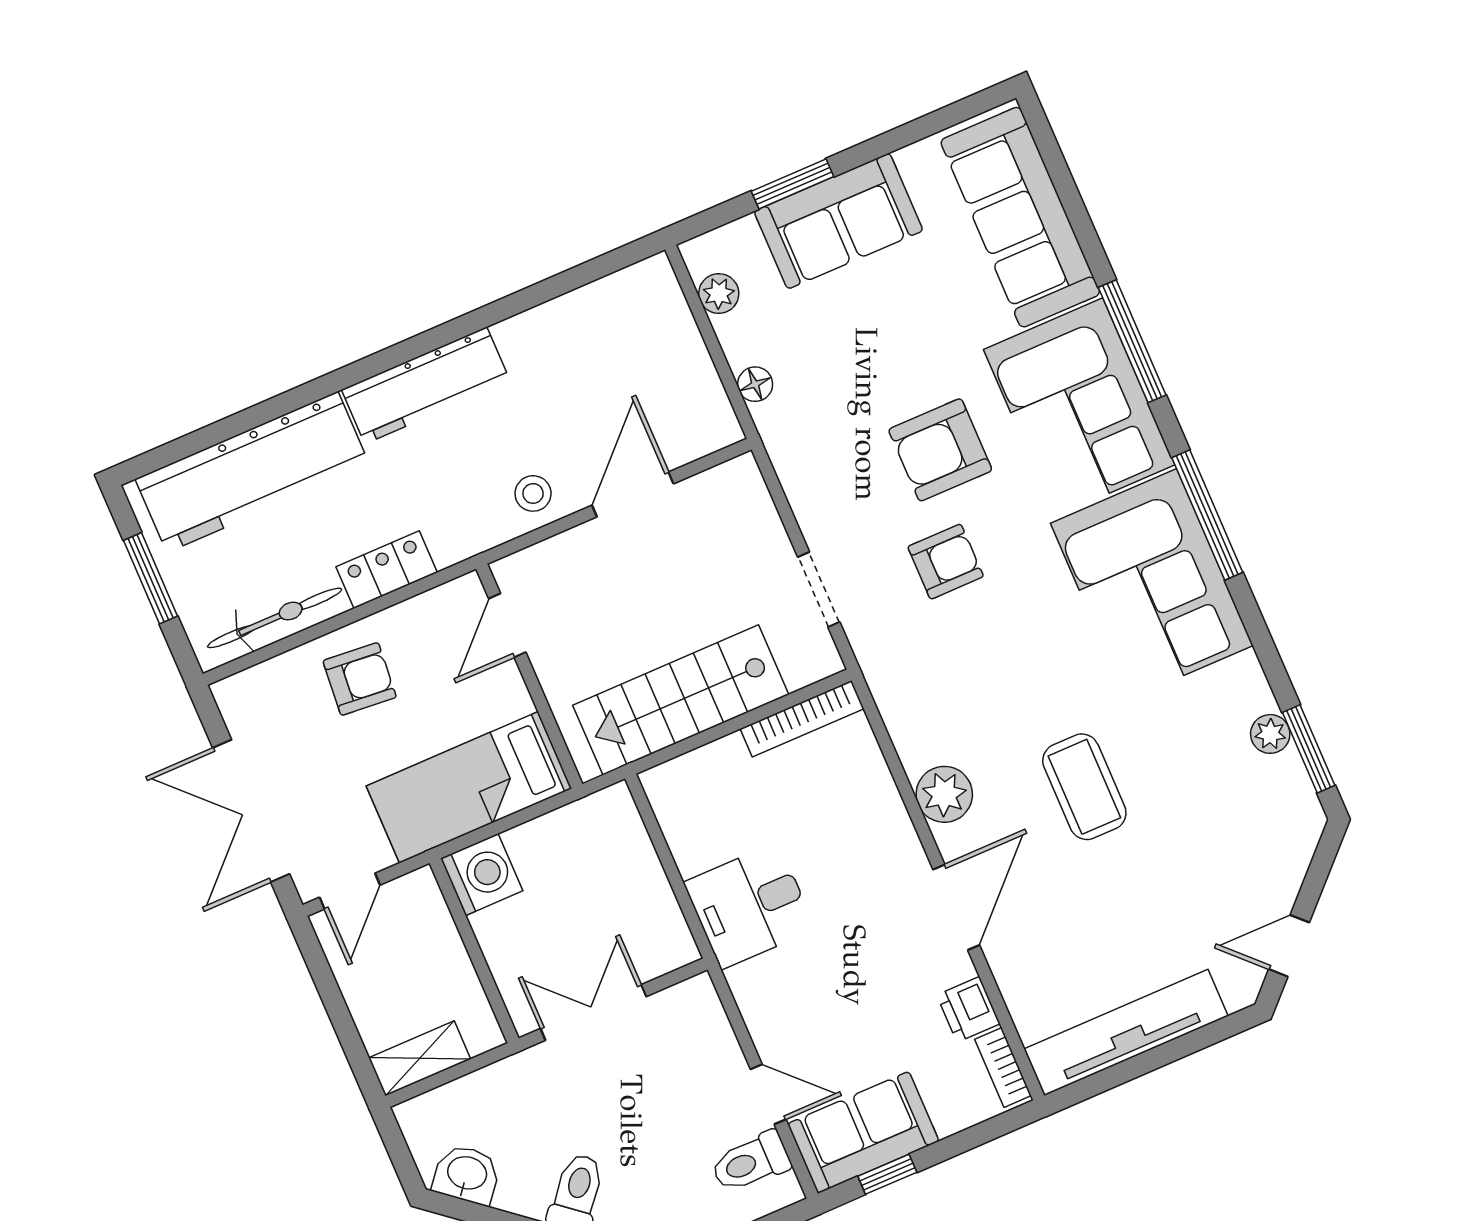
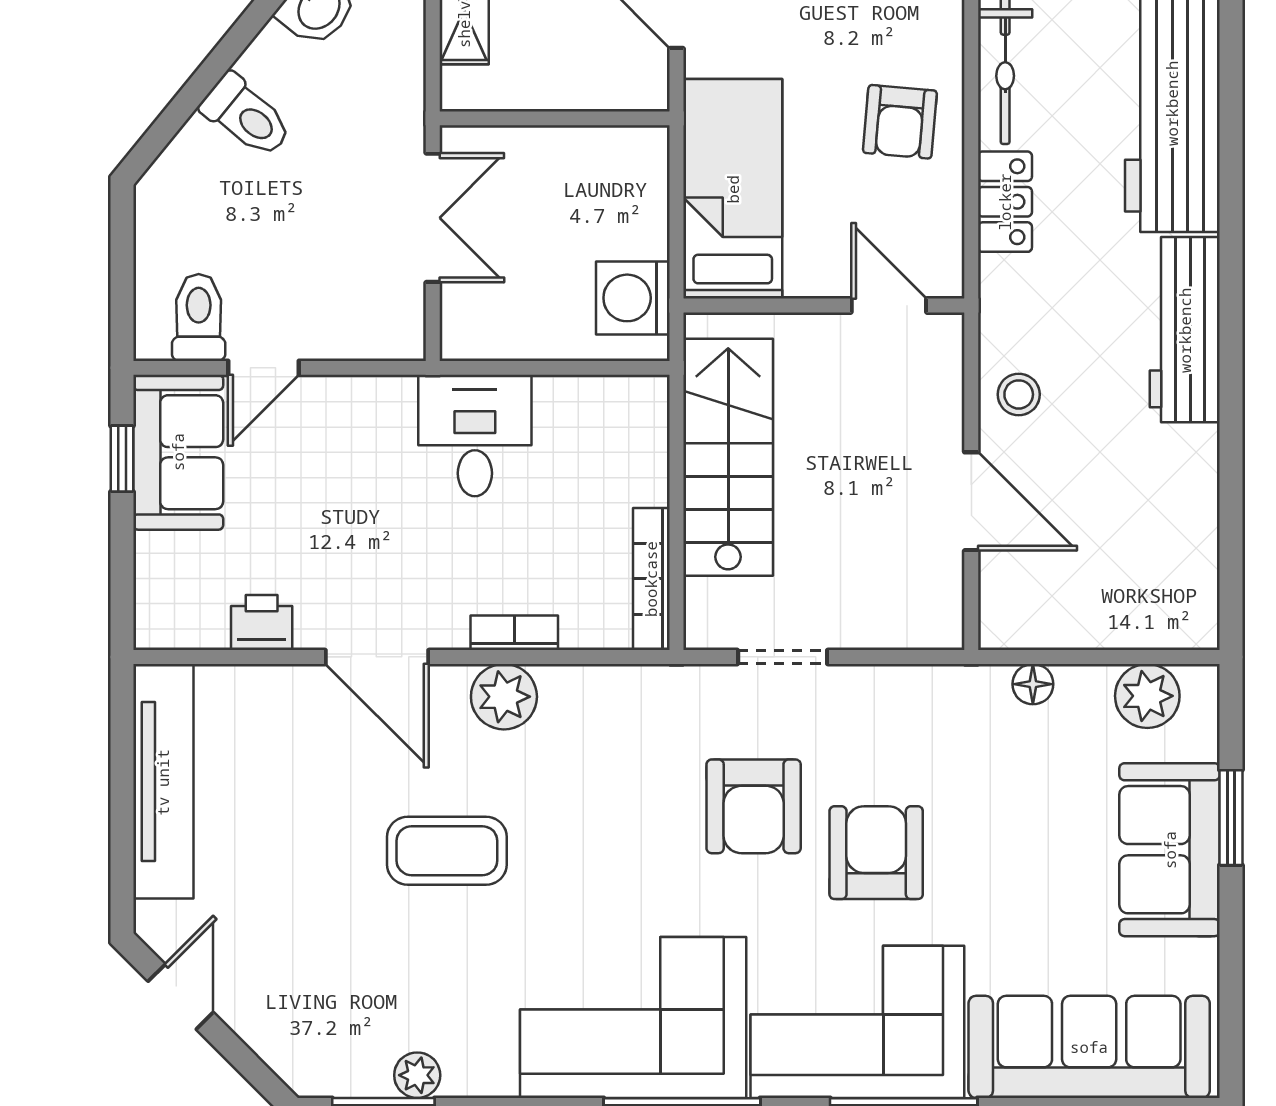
plant: (719, 294) -> (1147, 696), width x1.38, depth x1.38
armchair: (946, 562) -> (754, 806), width x1.38, depth x1.38
washing machine: (482, 875) -> (633, 298), moved, turned 90
bookcase: (1003, 1067) -> (514, 633), moved

